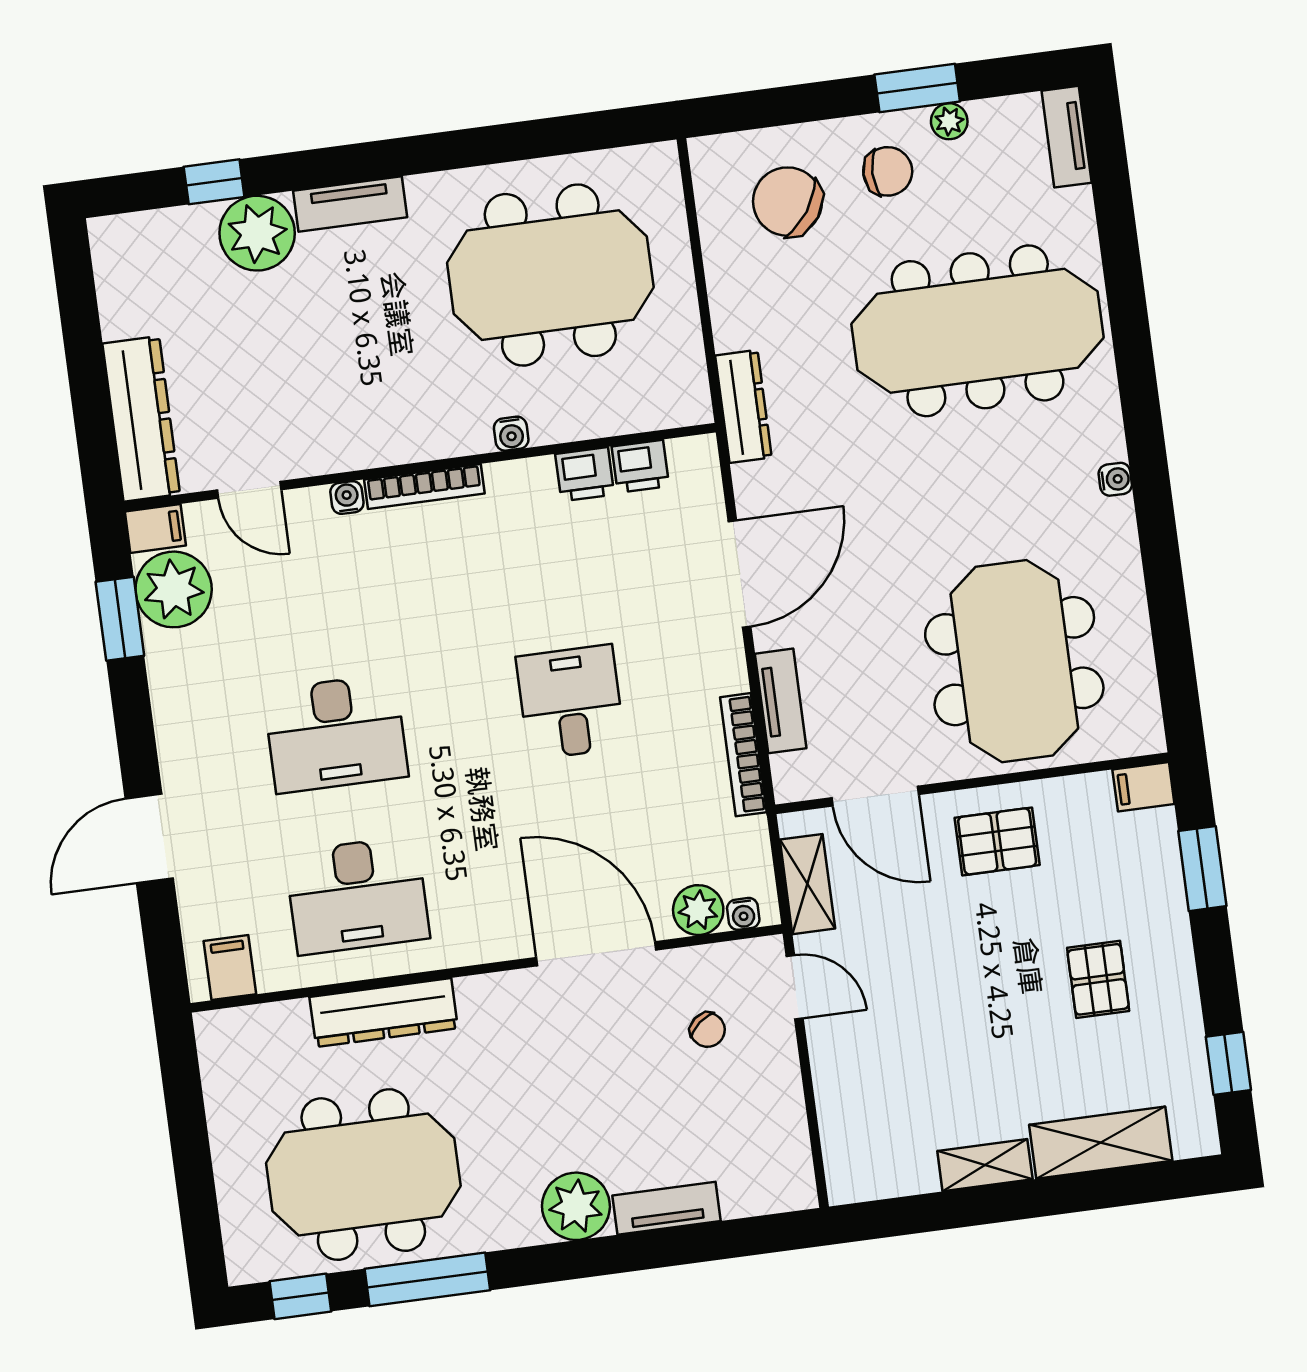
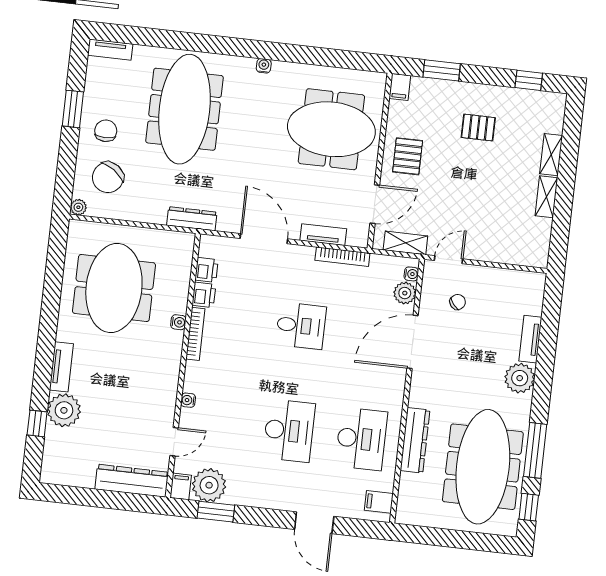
plant: (949, 121) -> (78, 207), moved
bookcase: (424, 487) -> (195, 334), moved
desk: (571, 702) -> (301, 326), turned 180
shelving: (1101, 1143) -> (551, 155), width x0.67, depth x0.75
meeting table: (363, 1175) -> (483, 467), width x1.36

